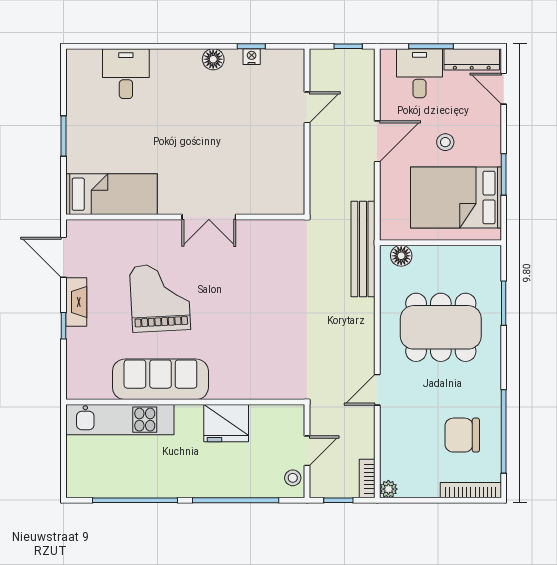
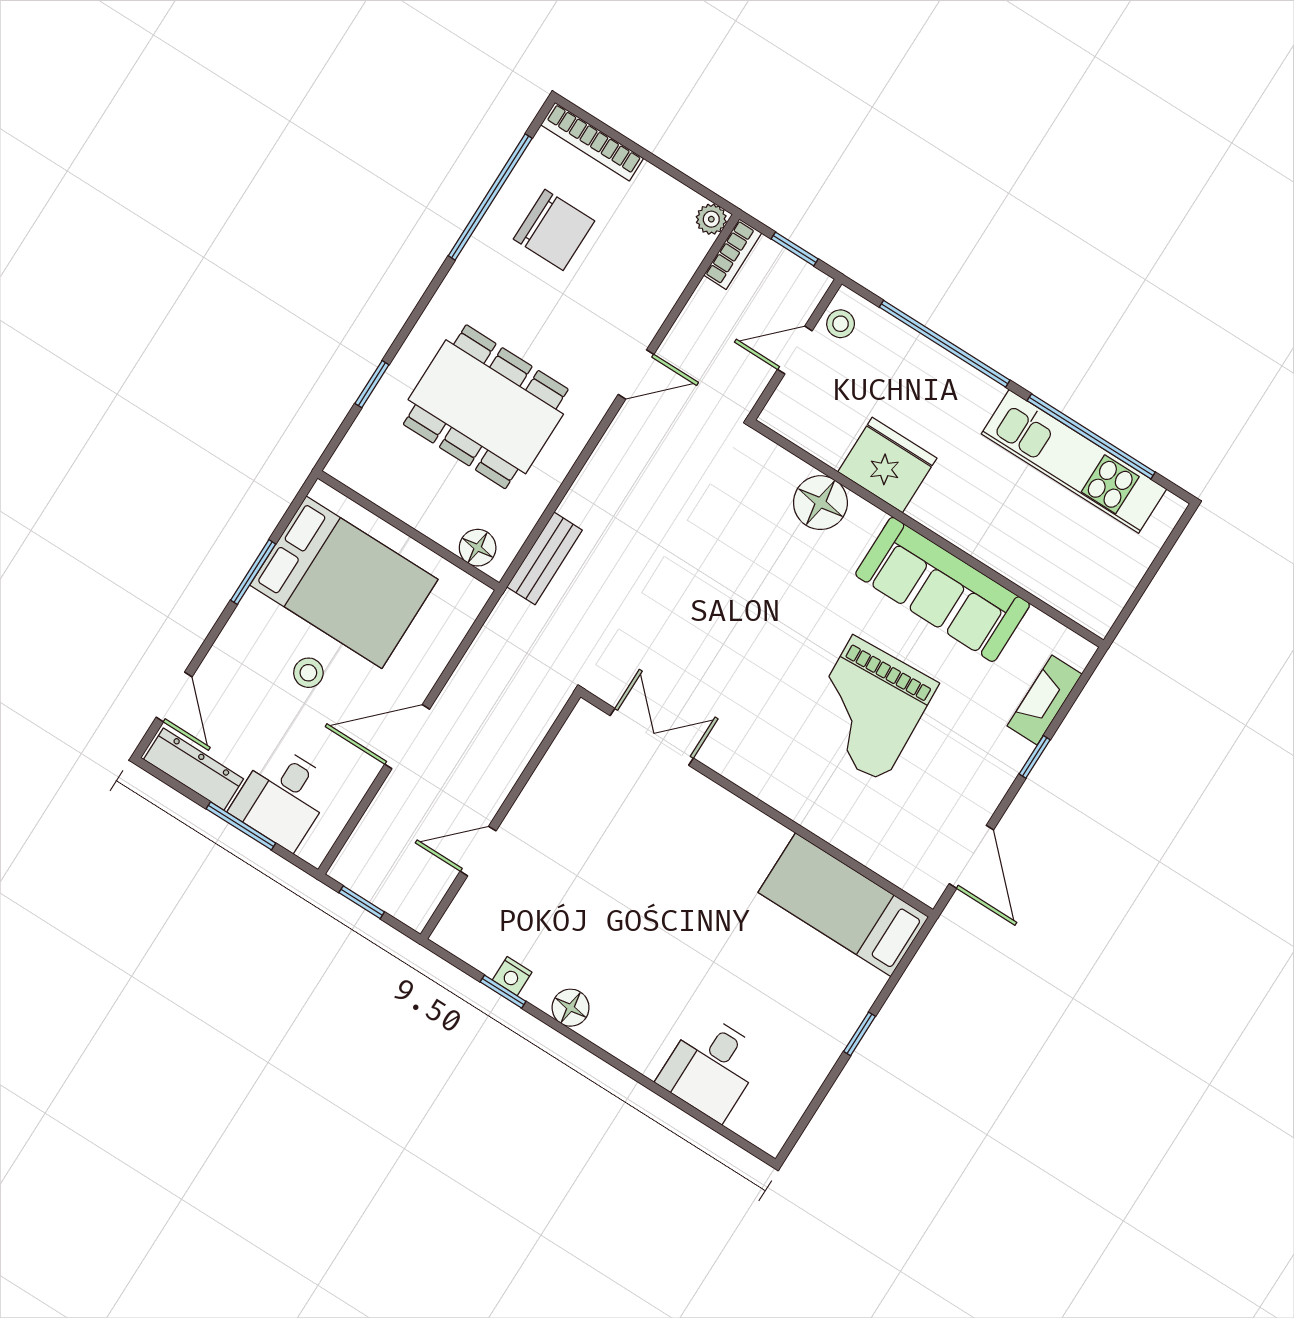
window: (64, 136) -> (860, 1034), width x0.67
double door: (209, 217) -> (652, 737), moved
bench: (363, 249) -> (545, 558), width x0.54, depth x0.82
fireplace: (76, 302) -> (1045, 700), moved
window: (504, 303) -> (372, 384), width x0.67
floor lamp: (247, 384) -> (820, 503), added
kitchen unit: (120, 420) -> (1074, 461), moved, turned 180

